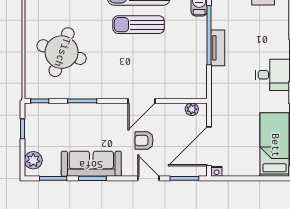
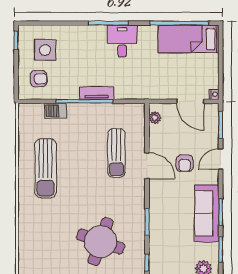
sun lounger: (139, 25) -> (116, 153), moved
door: (209, 146) -> (190, 101), width x0.73

